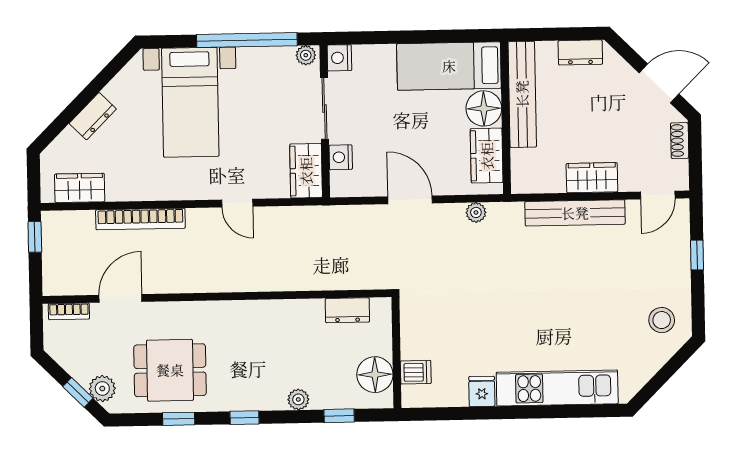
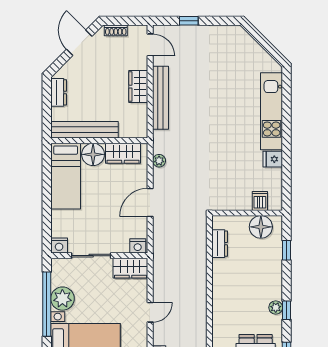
plant: (306, 55) -> (62, 299), moved, width x1.87, depth x1.87
nightstand: (341, 157) -> (138, 246), moved
stool: (662, 320) -> (230, 44), removed
plant: (298, 399) -> (276, 308), moved

